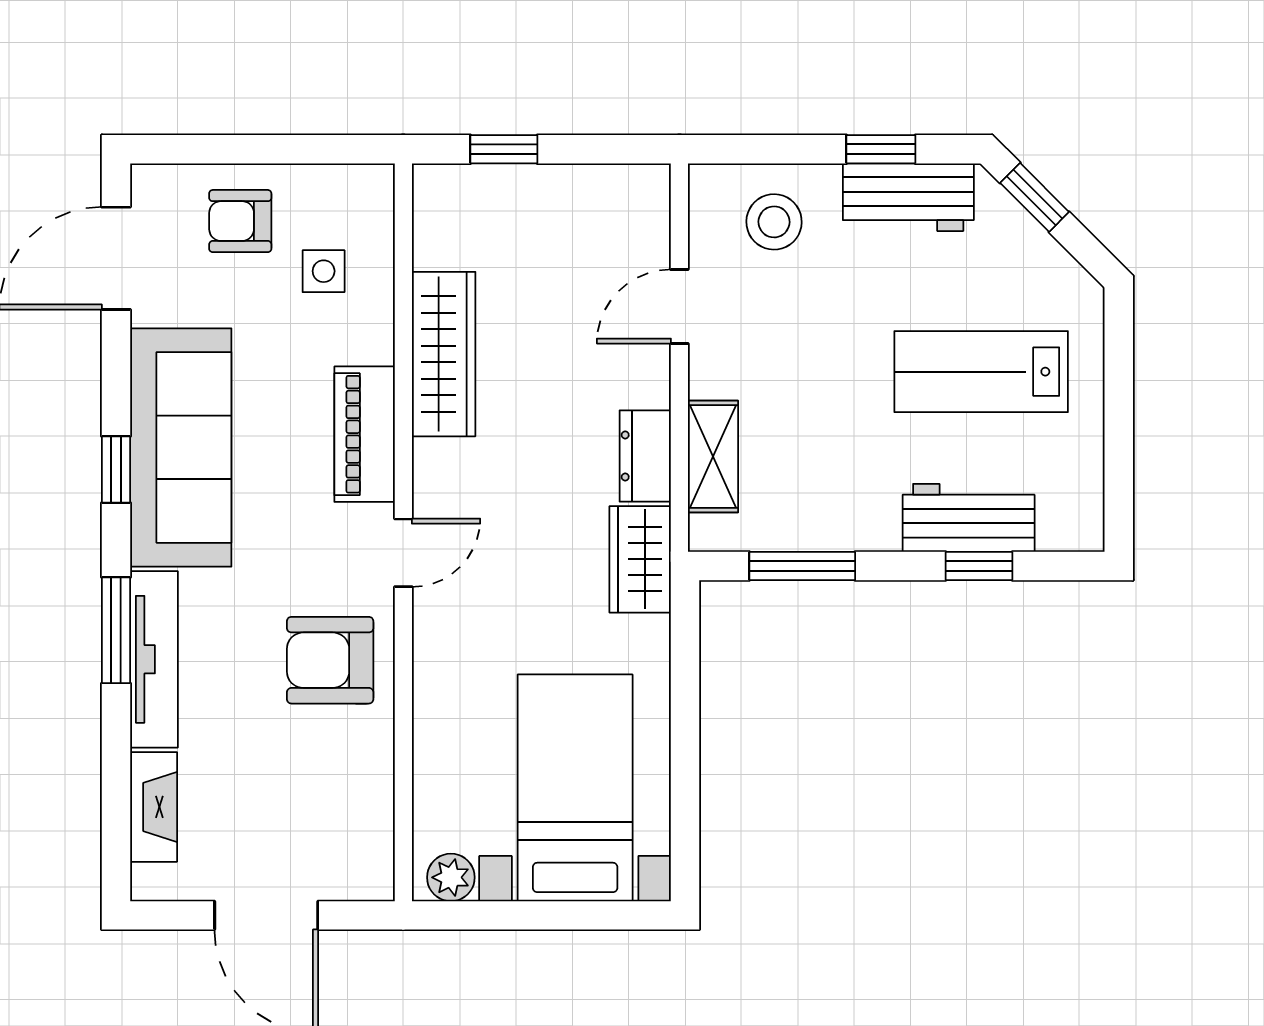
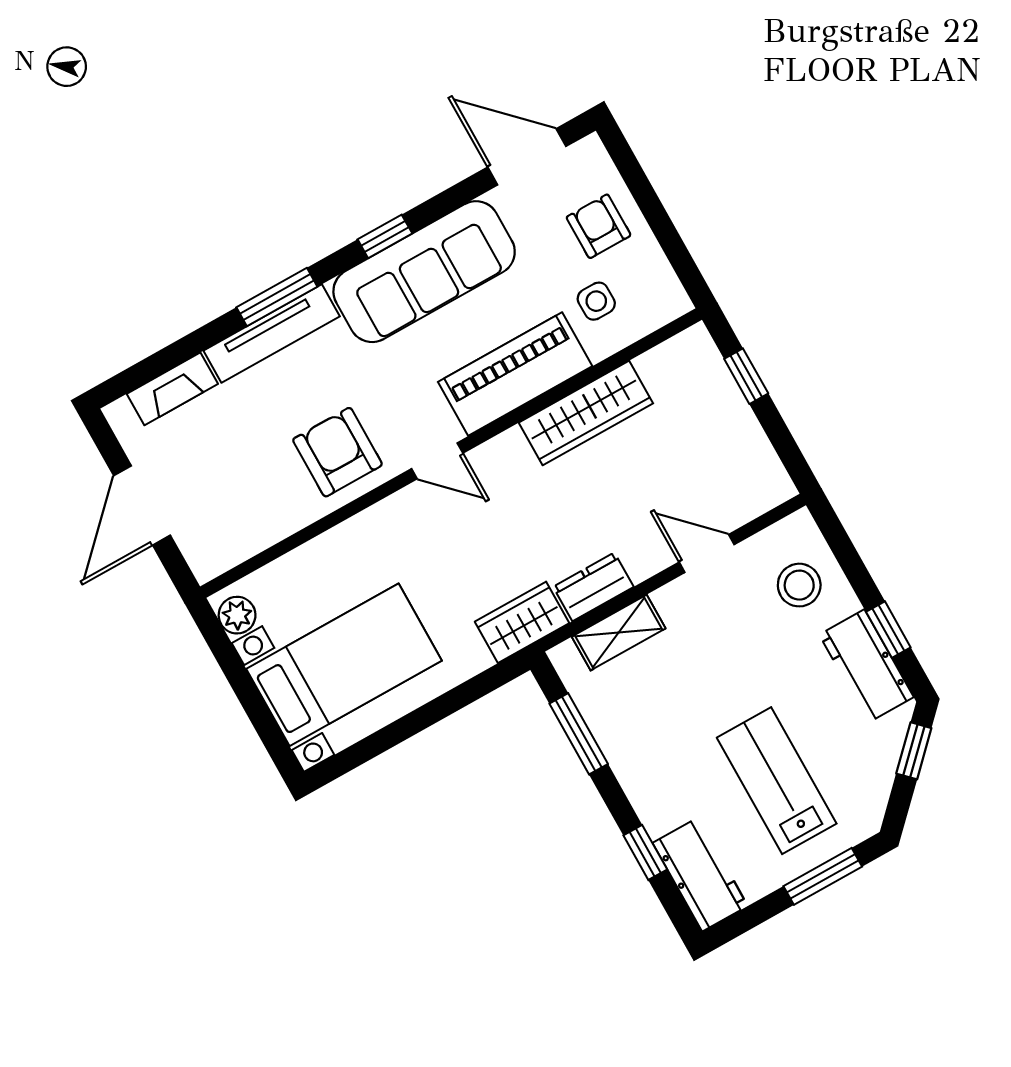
window: (1119, 380) -> (823, 876), added
piano: (365, 434) -> (515, 374), width x1.37, depth x1.33
workbench: (969, 518) -> (700, 874), moved

